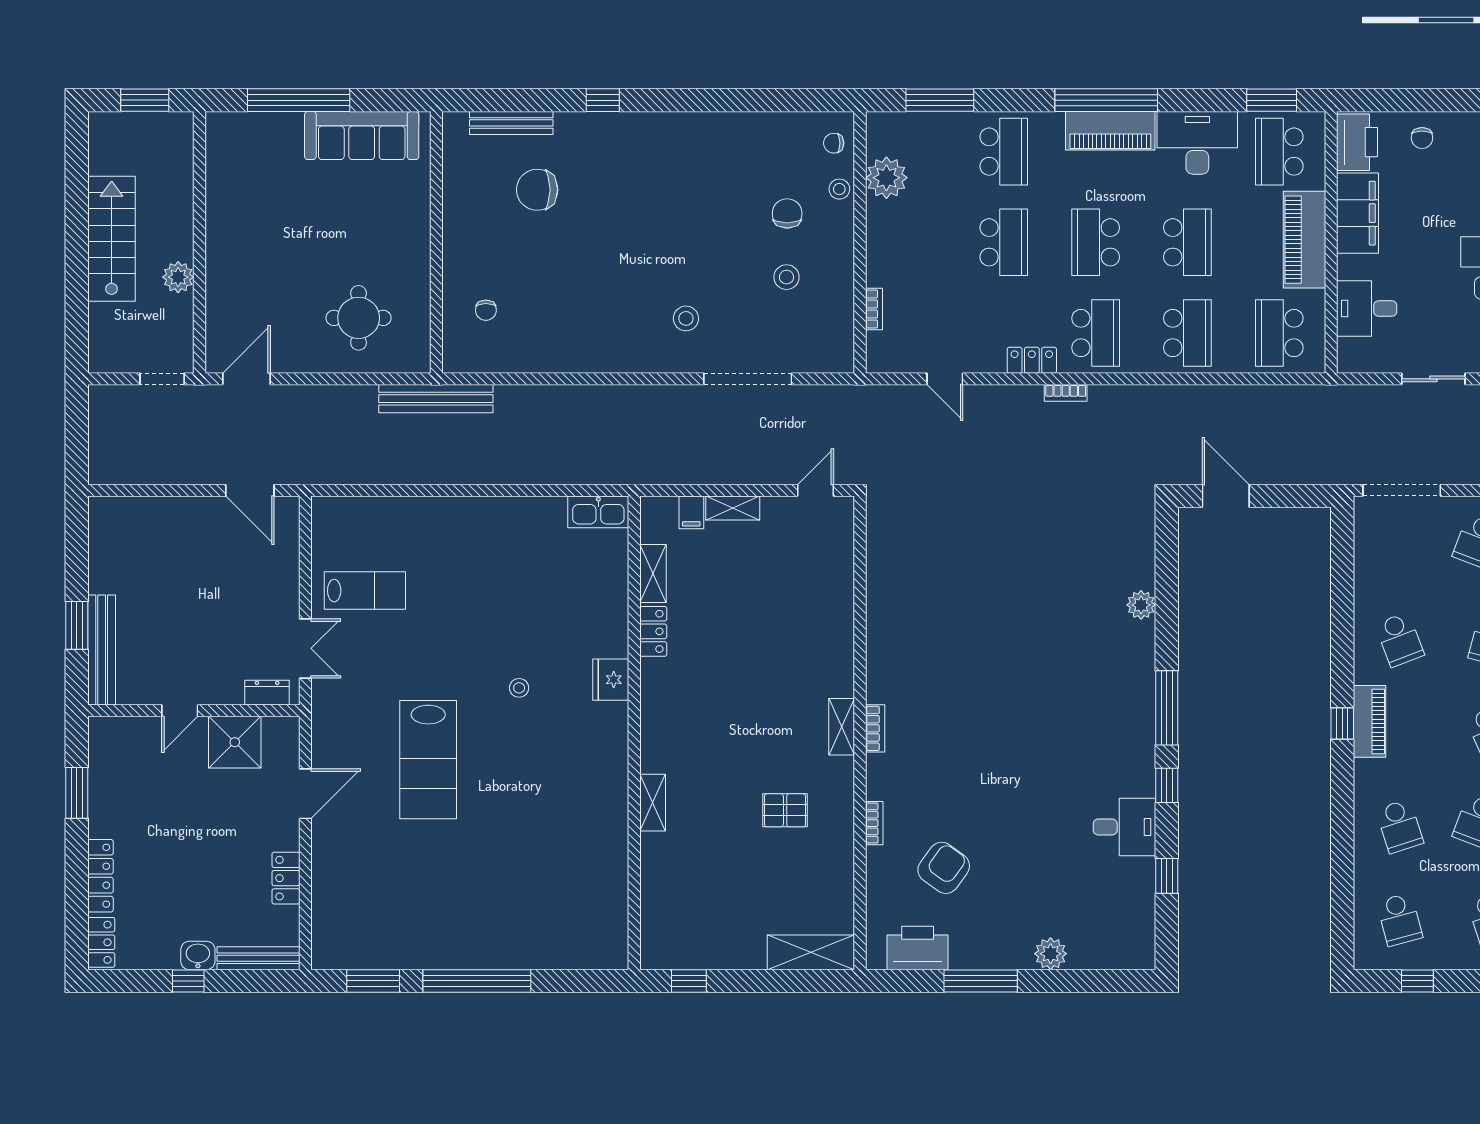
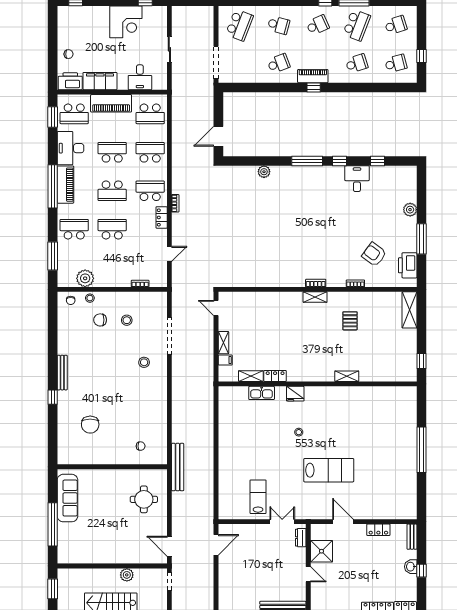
bench: (511, 123) -> (62, 373), moved
kitchen sink: (598, 512) -> (262, 393), moved, turned 90
bench: (258, 958) -> (412, 537), width x0.73
window: (373, 981) -> (421, 493), removed

